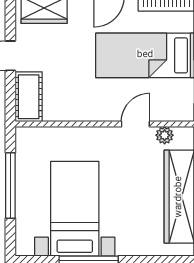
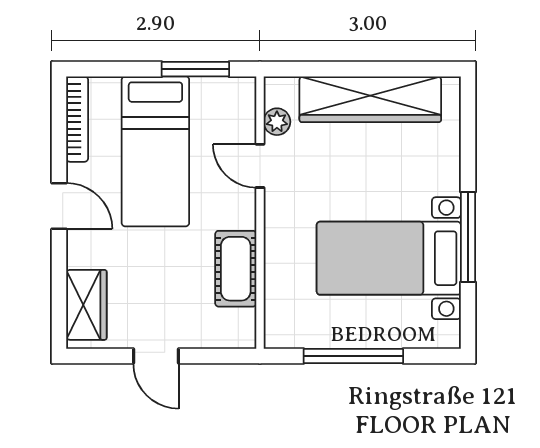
cot: (29, 97) -> (236, 269), moved, turned 90

